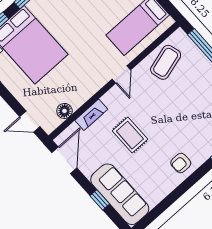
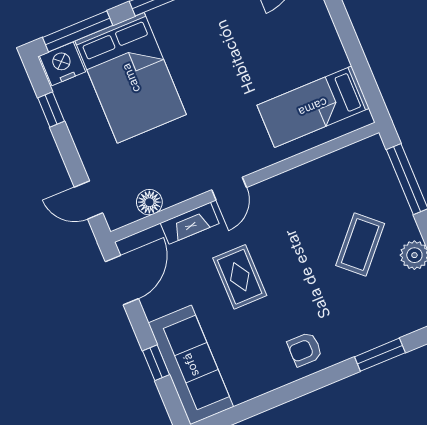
coffee table: (166, 62) -> (360, 245), moved, turned -32
door: (121, 74) -> (229, 189), moved

